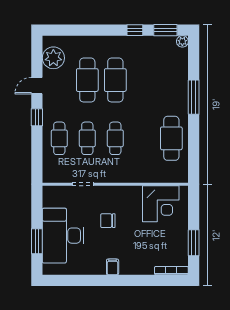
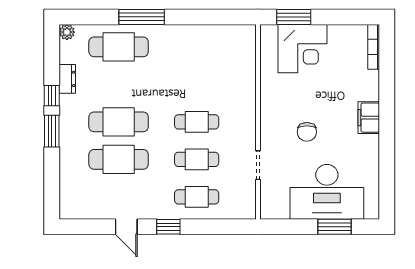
window: (165, 30) -> (52, 131), moved
dresser: (147, 42) -> (67, 79), added
plant: (53, 58) -> (89, 205), removed
cafe table: (171, 138) -> (119, 47), moved
corner desk: (161, 204) -> (302, 49), moved, turned 90
window: (194, 243) -> (294, 17), moved
filing cabinet: (113, 267) -> (369, 118), width x2.00

